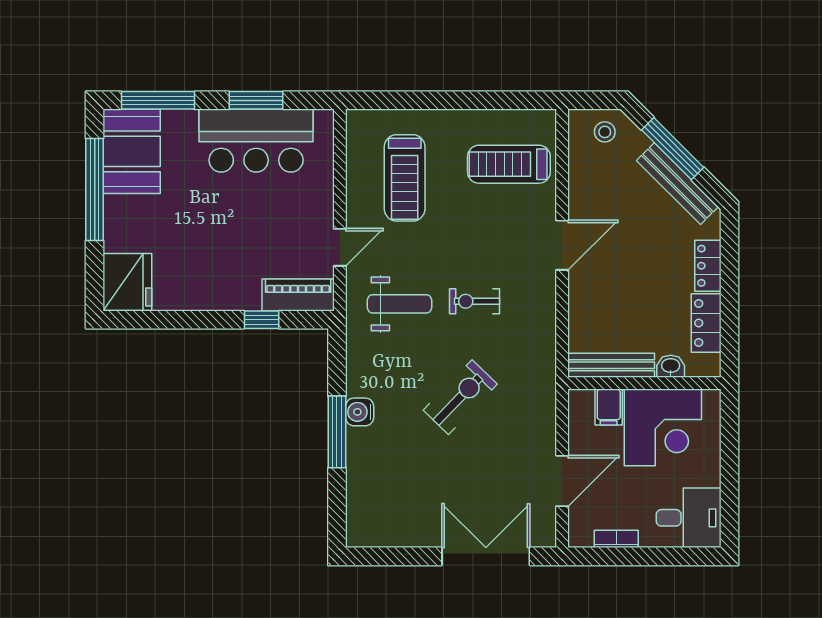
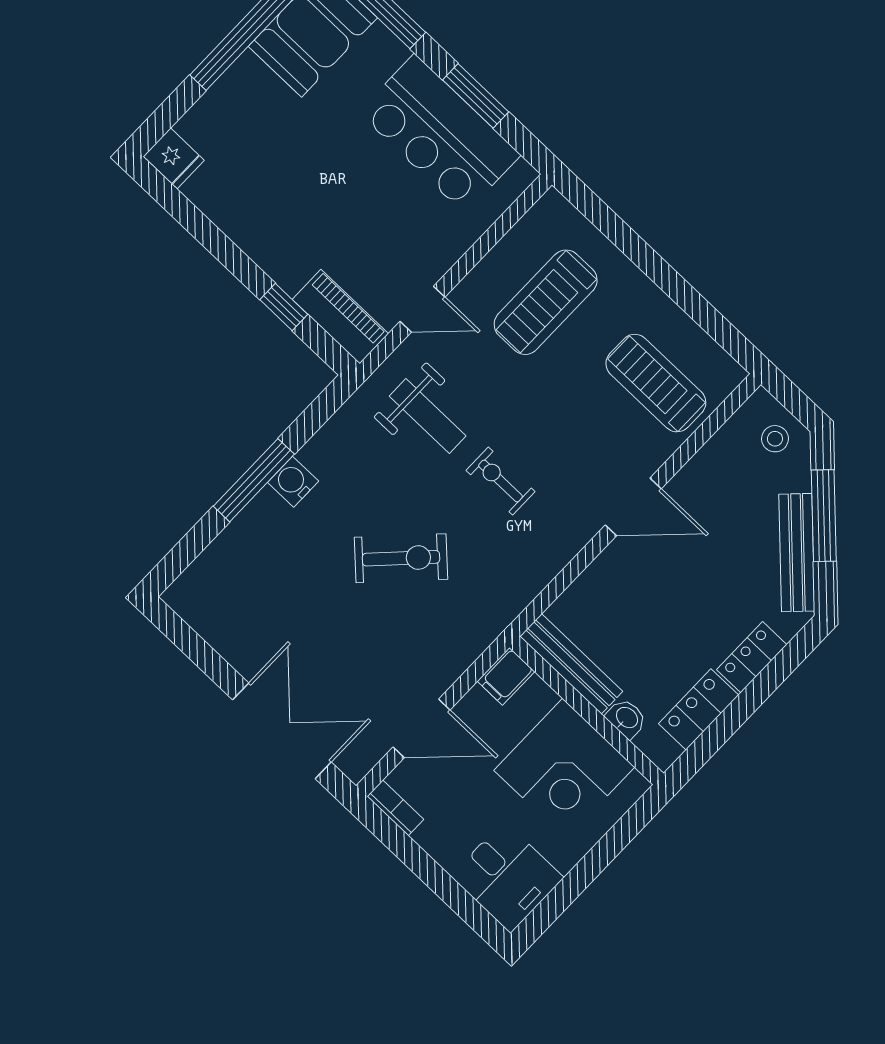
fridge: (127, 282) -> (174, 158), width x0.53, depth x0.75
filing cabinet: (609, 407) -> (506, 676), moved
bookcase: (616, 539) -> (395, 808), moved

